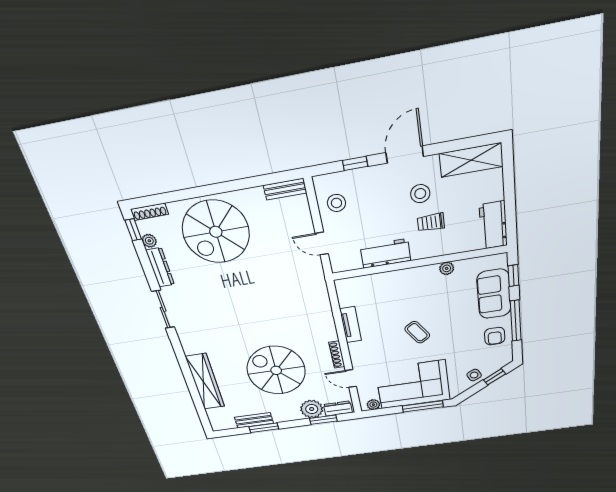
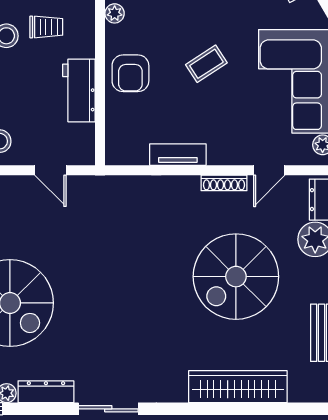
trolley: (431, 222) -> (46, 27), turned -90
door: (322, 244) -> (50, 170), hinge flipped
armchair: (404, 286) -> (130, 73), added

